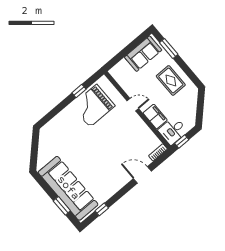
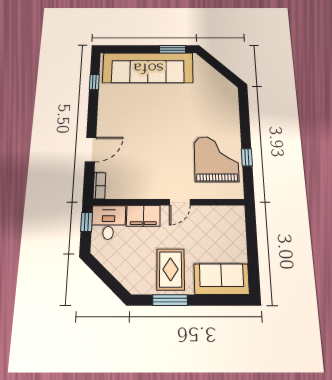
window: (169, 48) -> (170, 300), moved
sofa: (143, 54) -> (222, 279), moved, turned 90
rug: (171, 80) -> (171, 269), turned 90
window: (62, 206) -> (173, 49), moved

